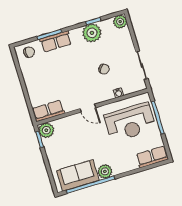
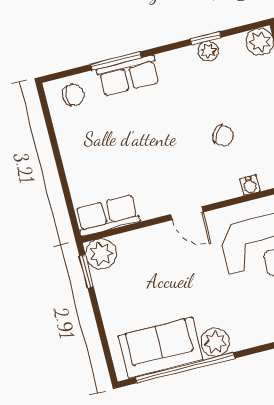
plant: (92, 33) -> (208, 51), width x0.53, depth x0.53

